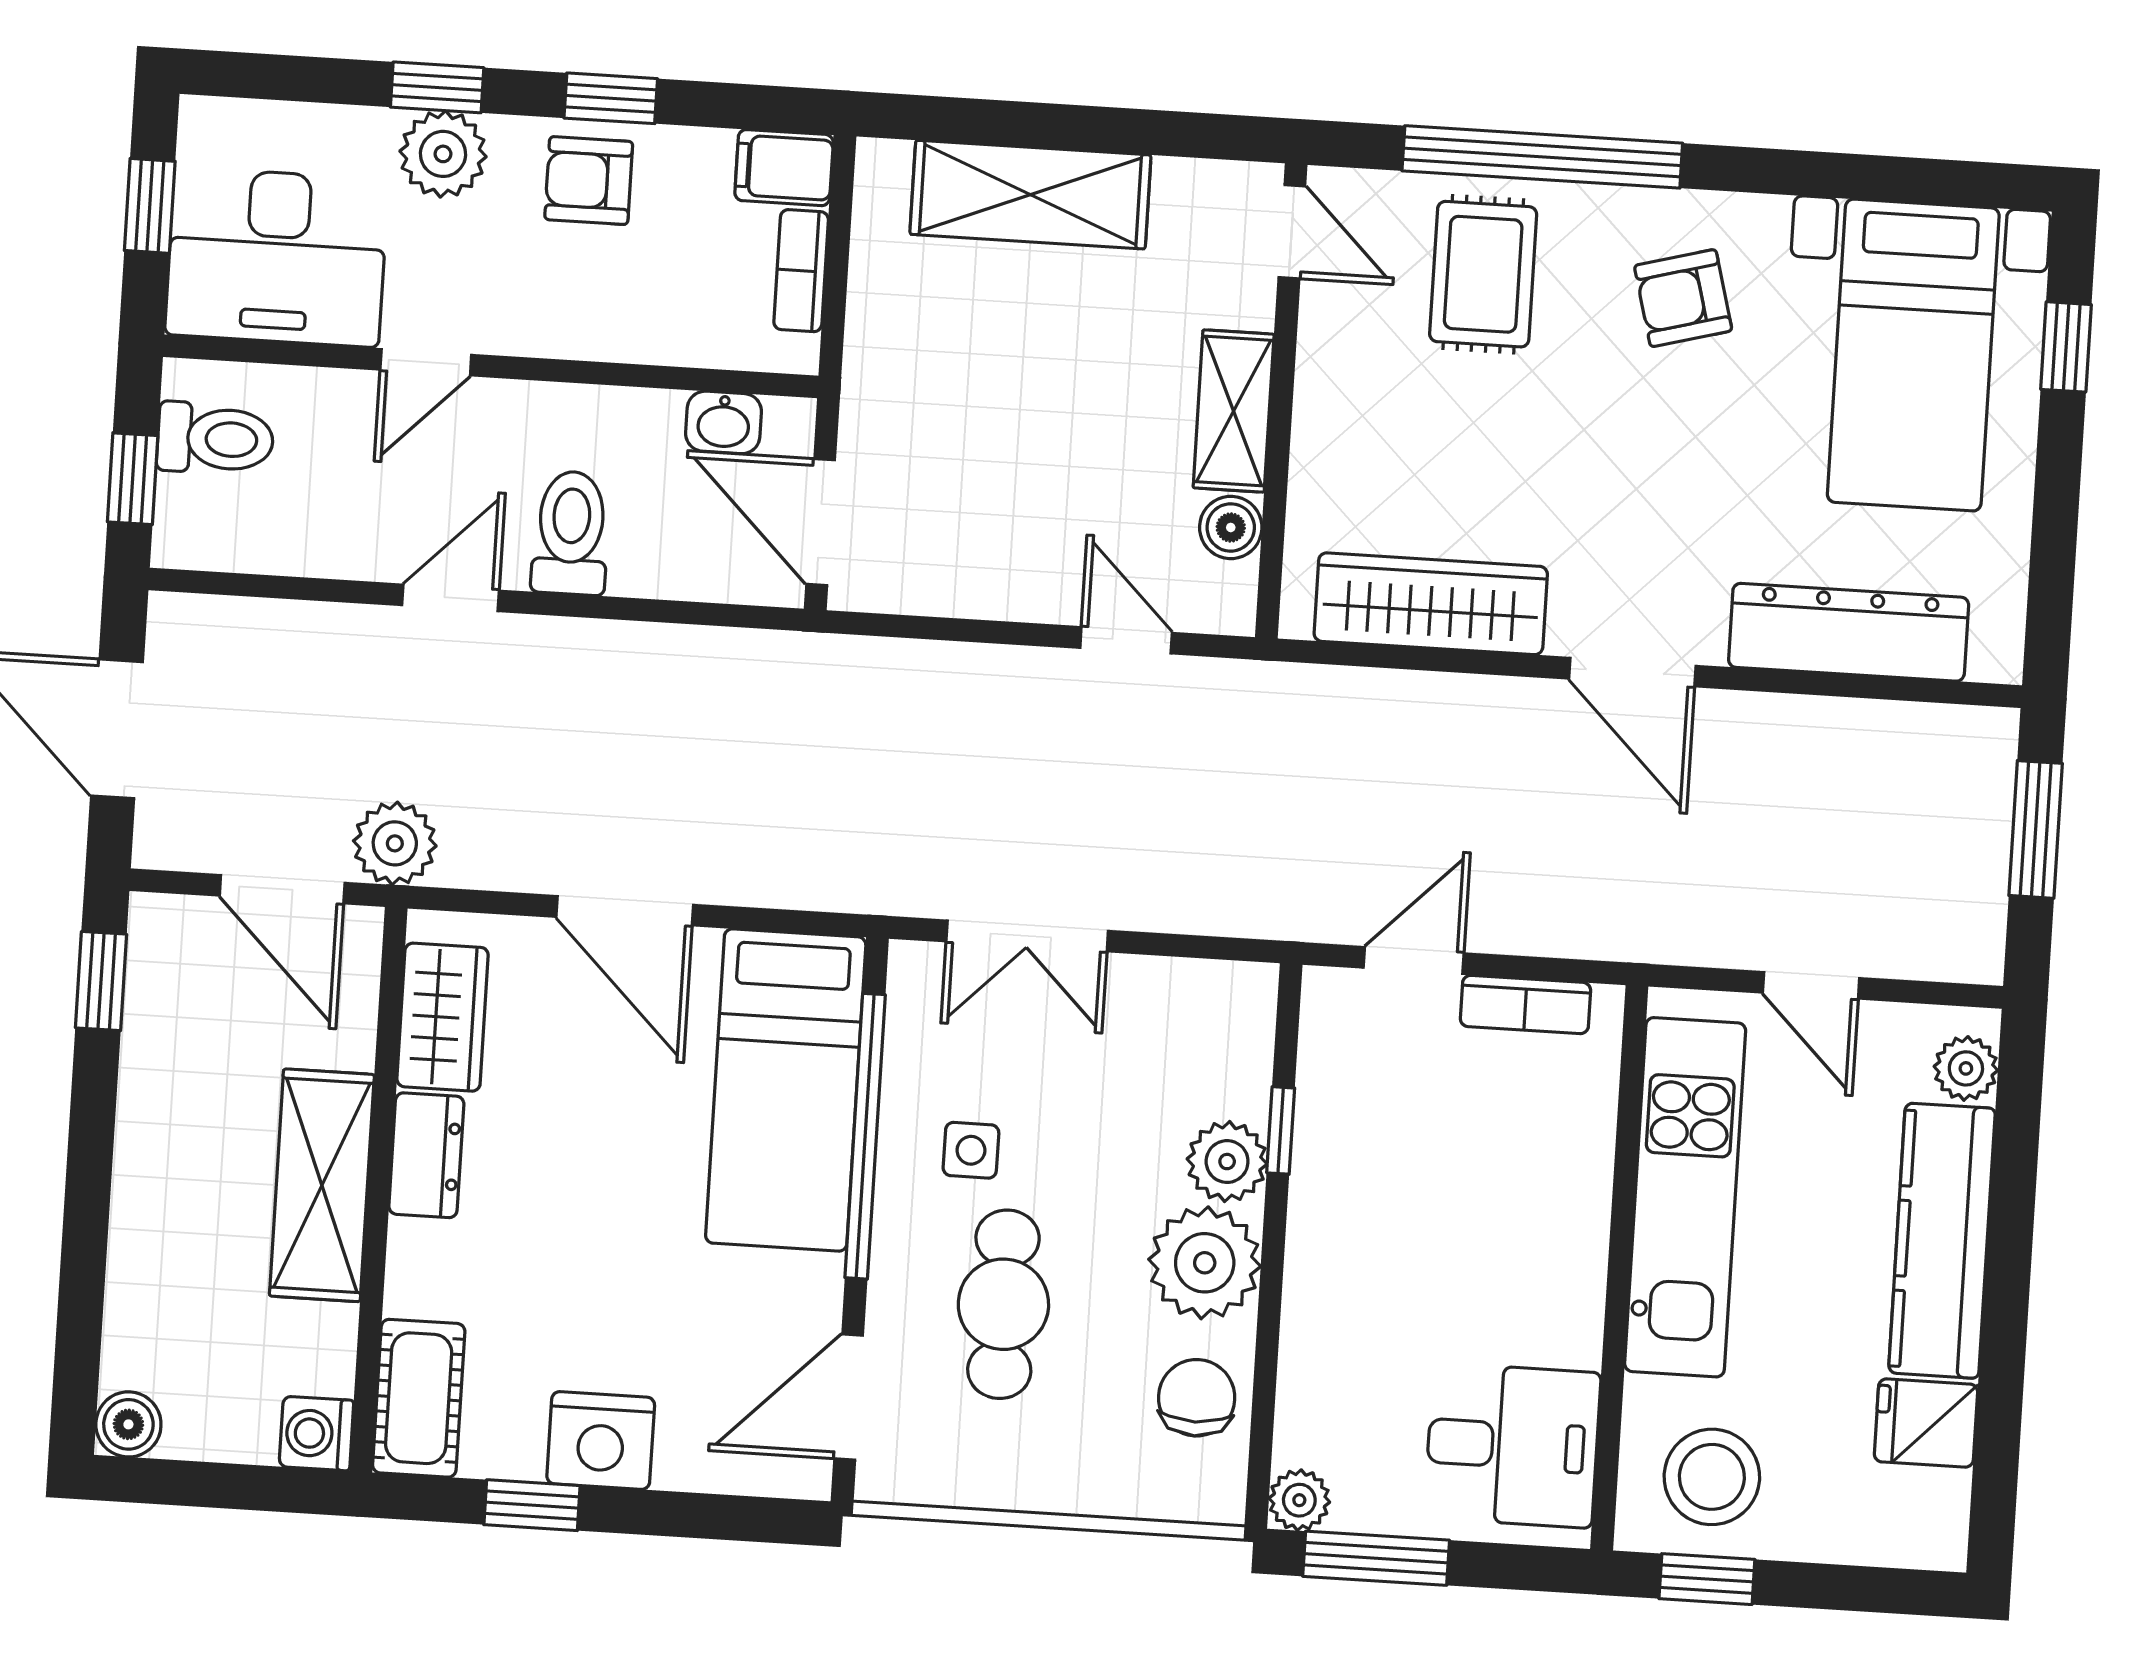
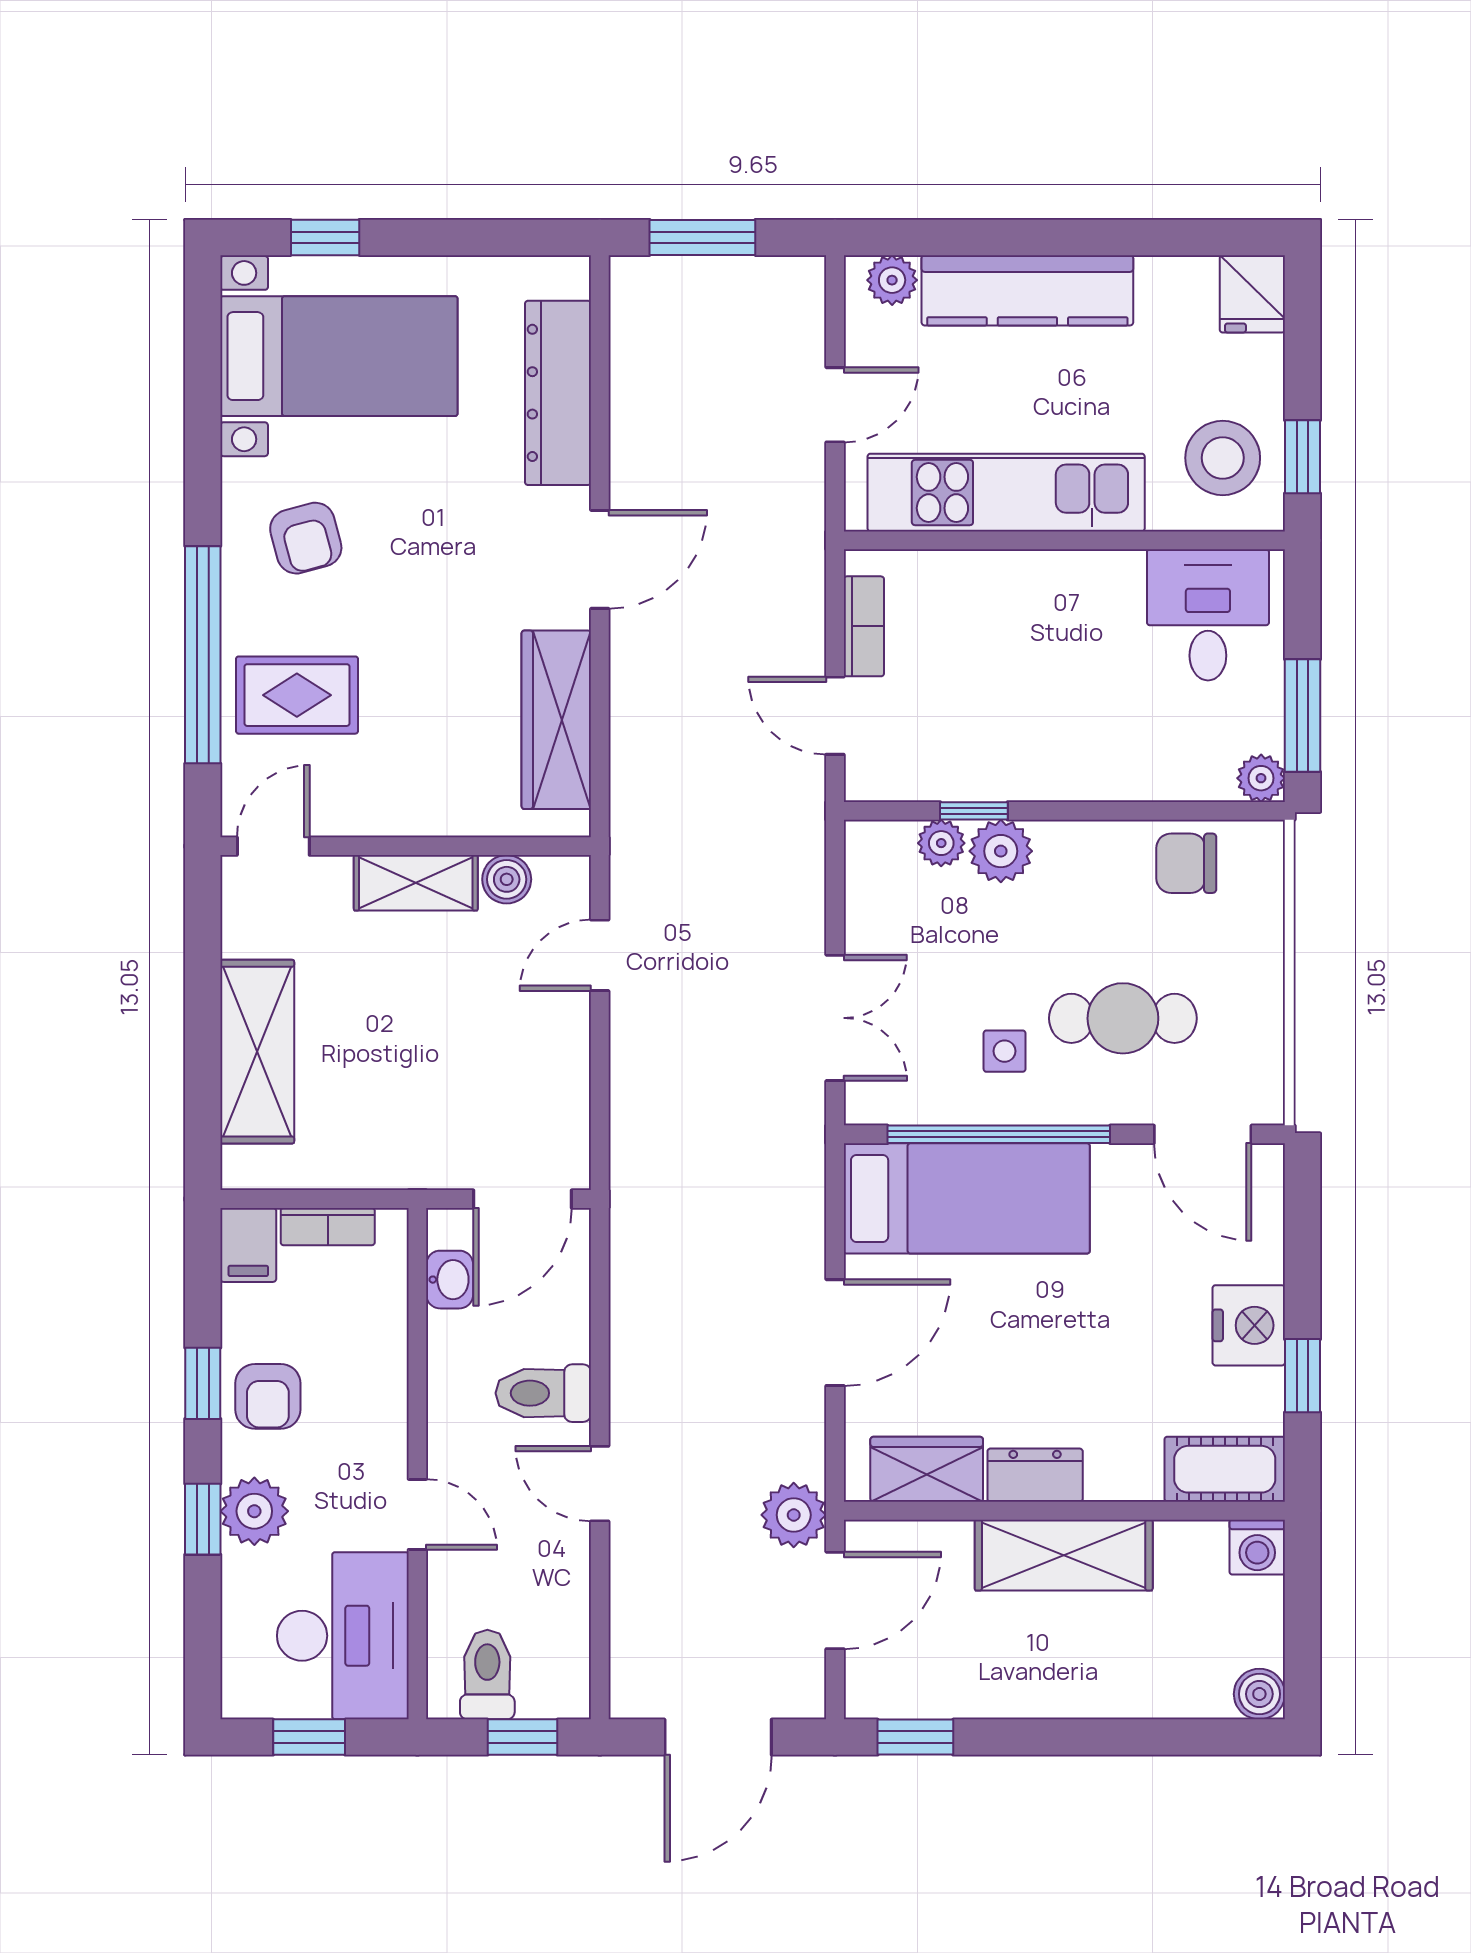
plant: (1205, 1263) -> (941, 843), moved, width x0.53, depth x0.53
fridge: (1926, 1423) -> (1252, 294), moved

